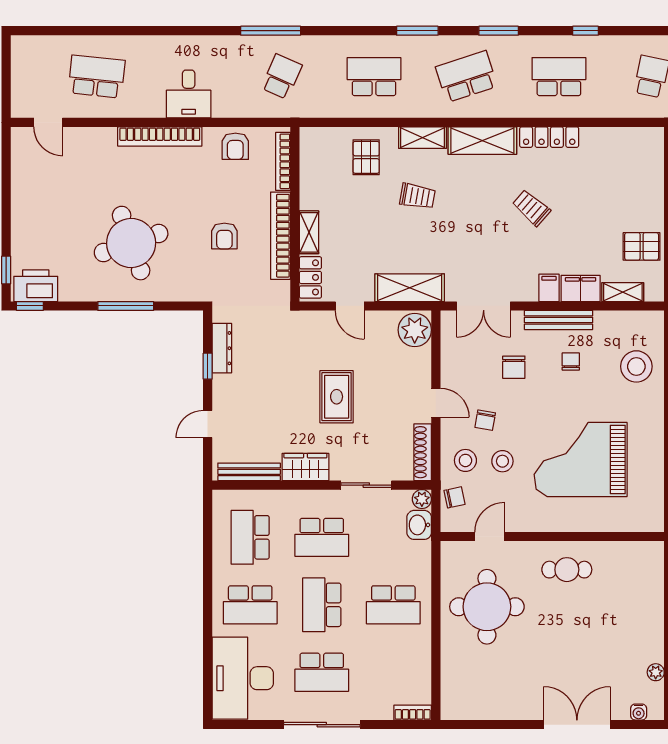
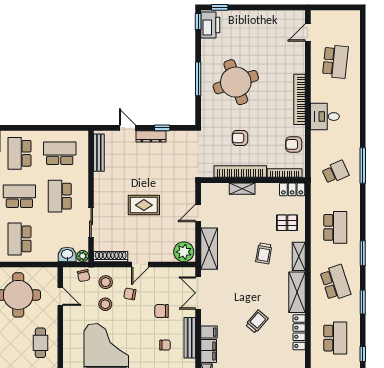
school desk: (282, 77) -> (335, 172), turned -48
locker: (310, 277) -> (292, 189), moved
dresser: (222, 348) -> (151, 136), moved
wardrobe: (305, 467) -> (102, 186), removed

